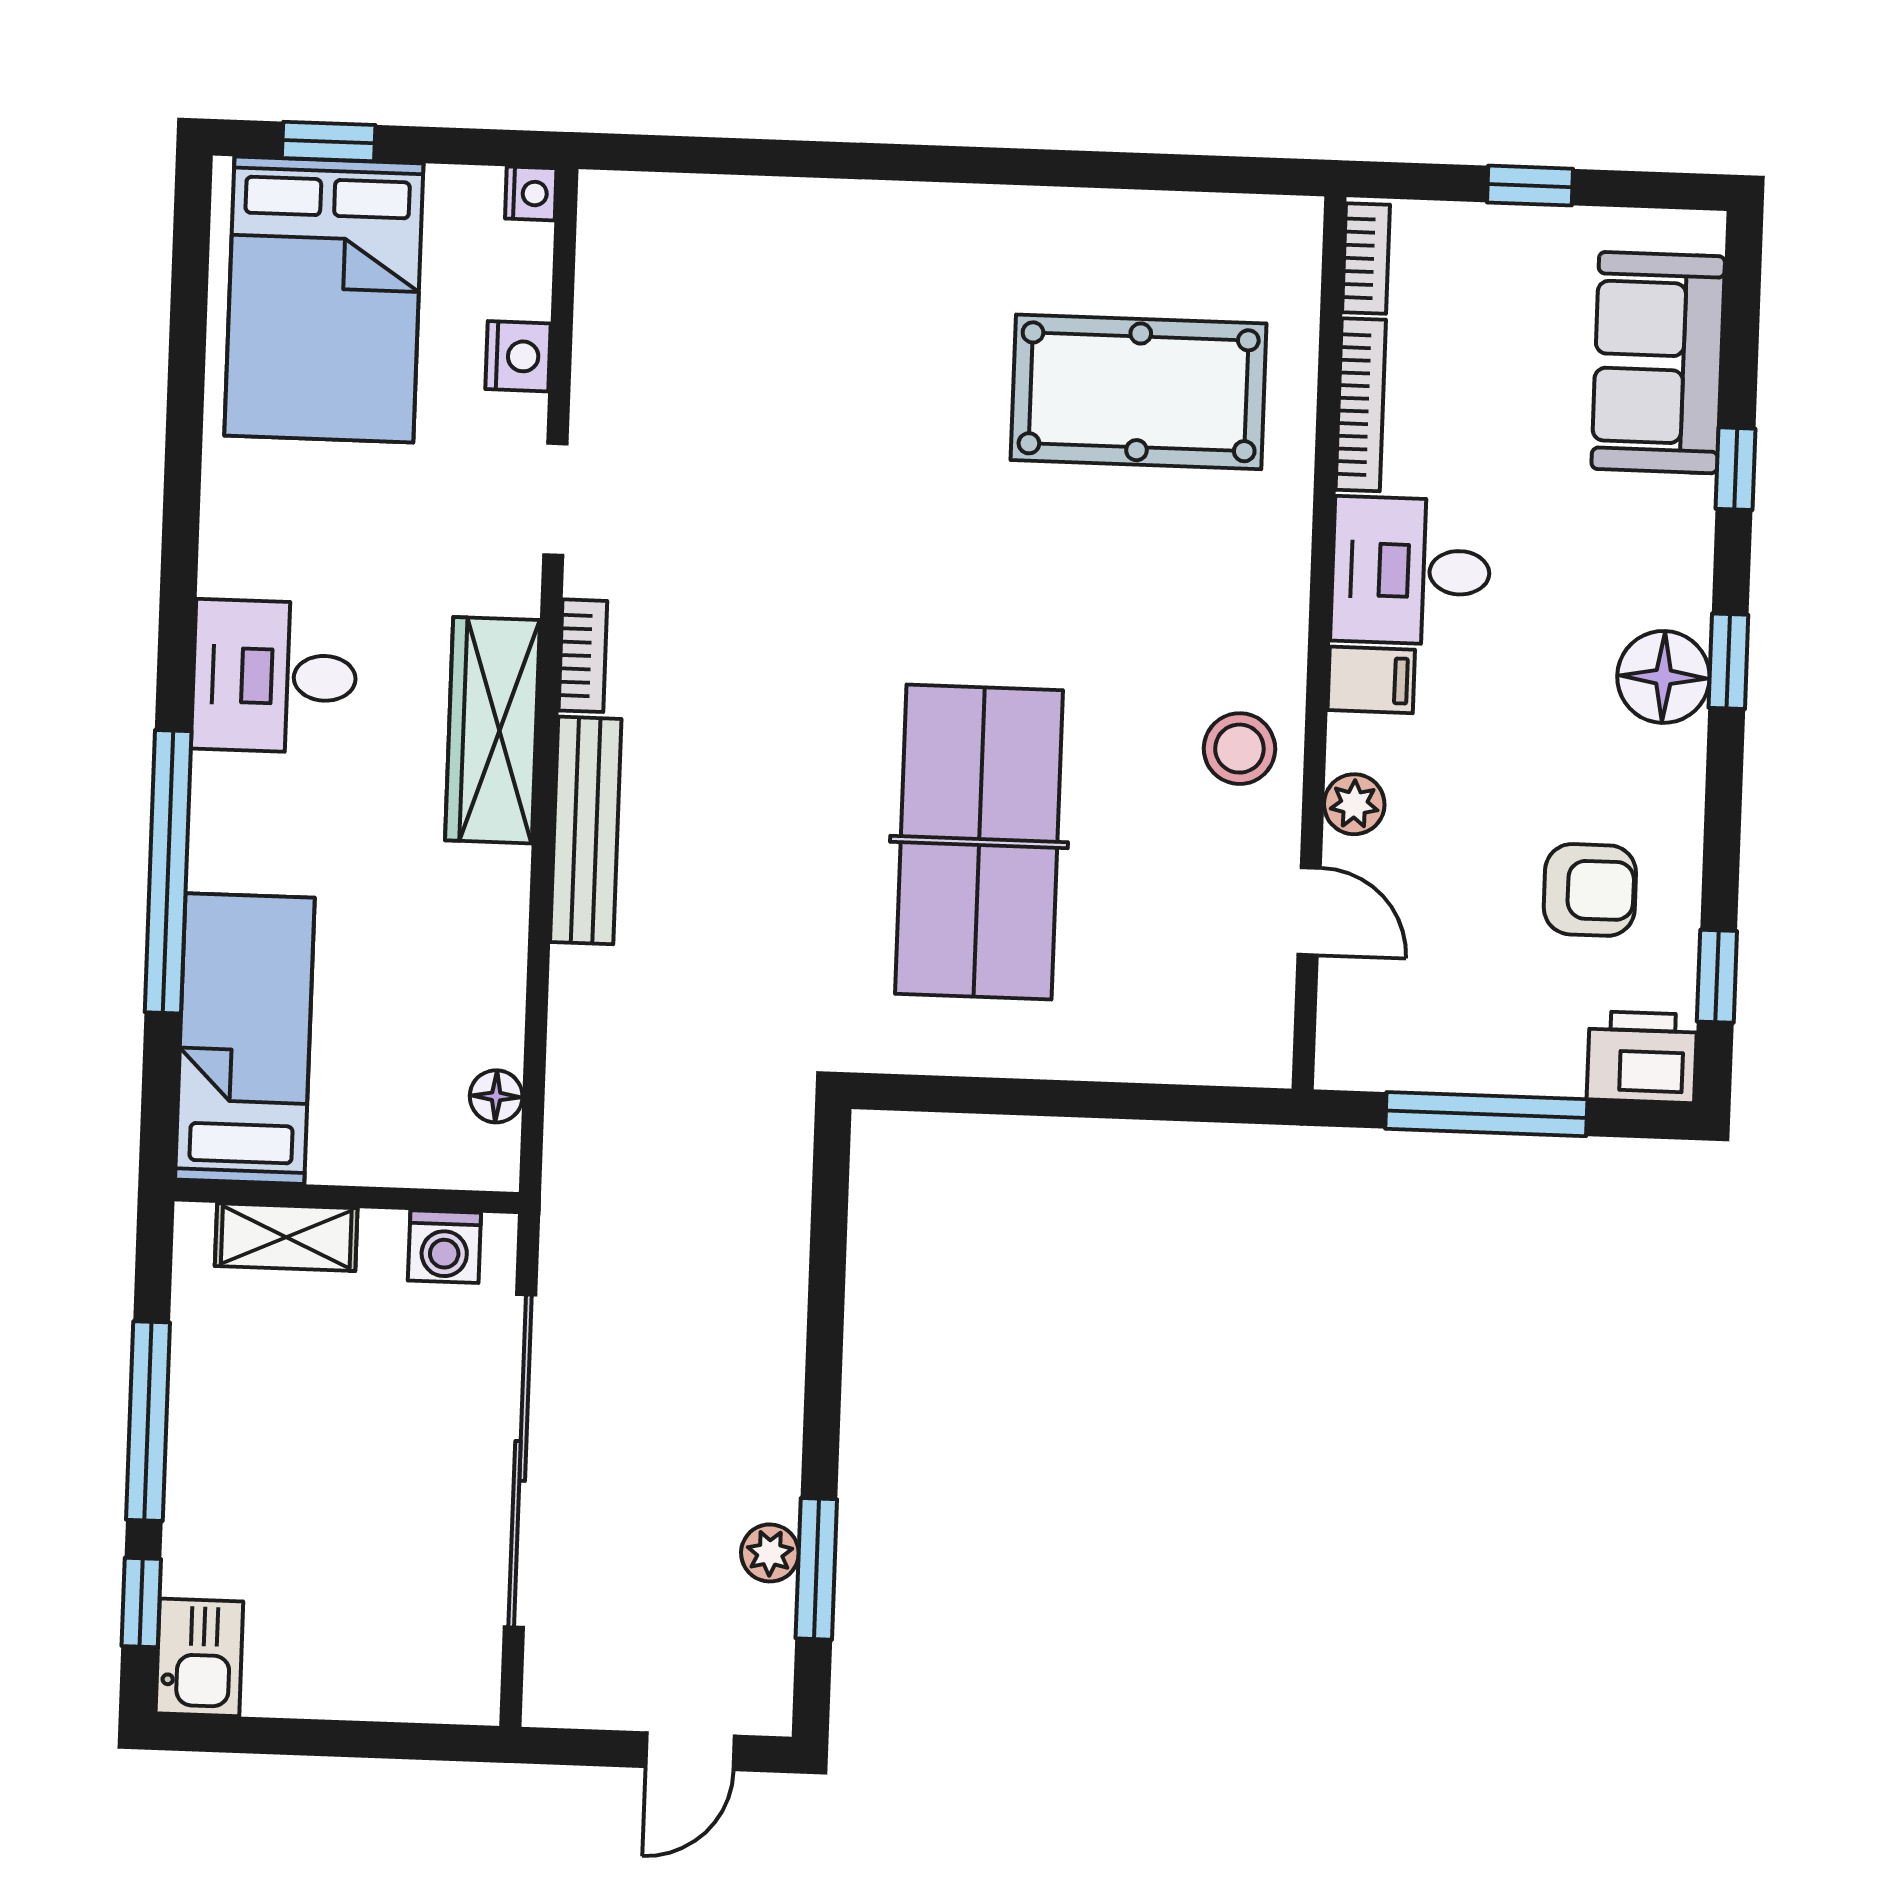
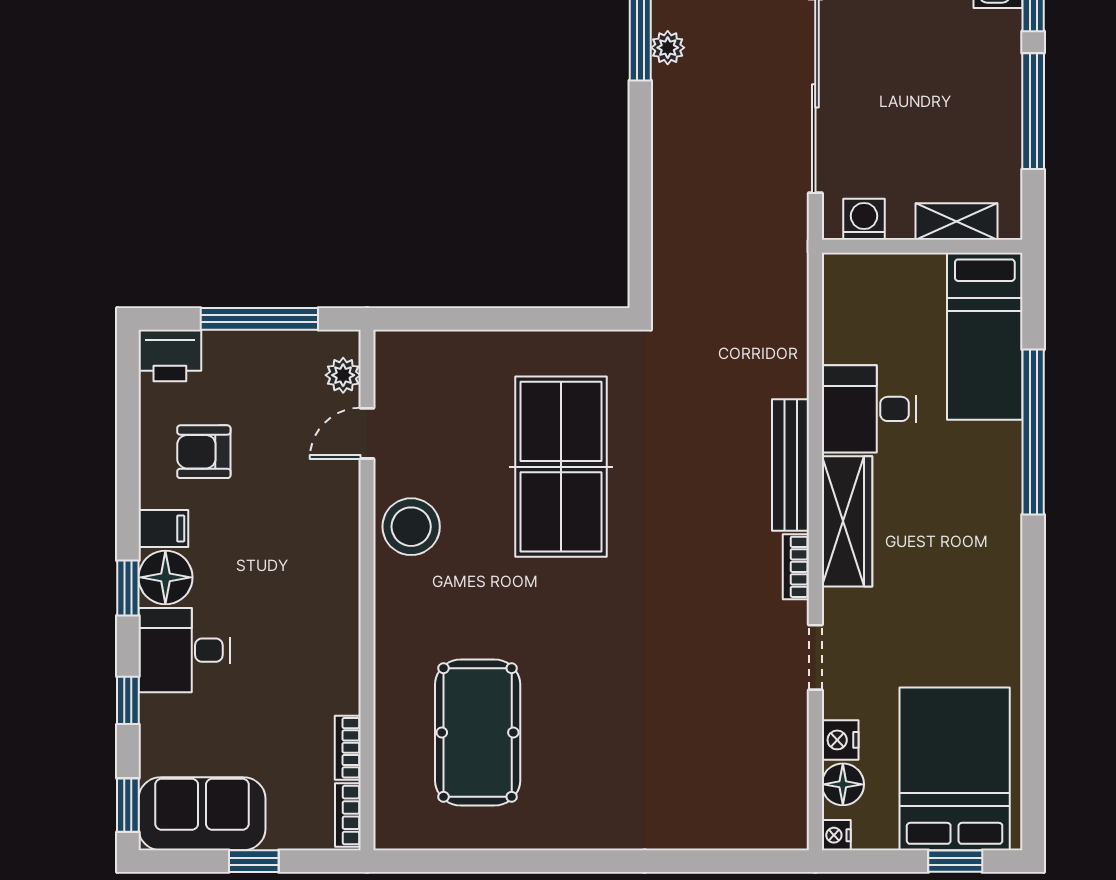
sofa: (1658, 363) -> (202, 814), moved, turned -90
pool table: (1139, 392) -> (478, 732), turned 90
bookcase: (1361, 405) -> (348, 748), width x0.64
desk: (1411, 571) -> (184, 650), moved, turned 180
desk: (275, 676) -> (869, 409), moved, turned 180
filing cabinet: (1371, 680) -> (163, 529), moved, turned 180
stool: (1239, 749) -> (411, 527), width x1.38, depth x1.38
plant: (1354, 804) -> (343, 375), moved
door: (1309, 911) -> (367, 433), hinge flipped
window: (1717, 976) -> (128, 805), moved
floor lamp: (496, 1096) -> (843, 784), moved, width x1.37, depth x1.37

